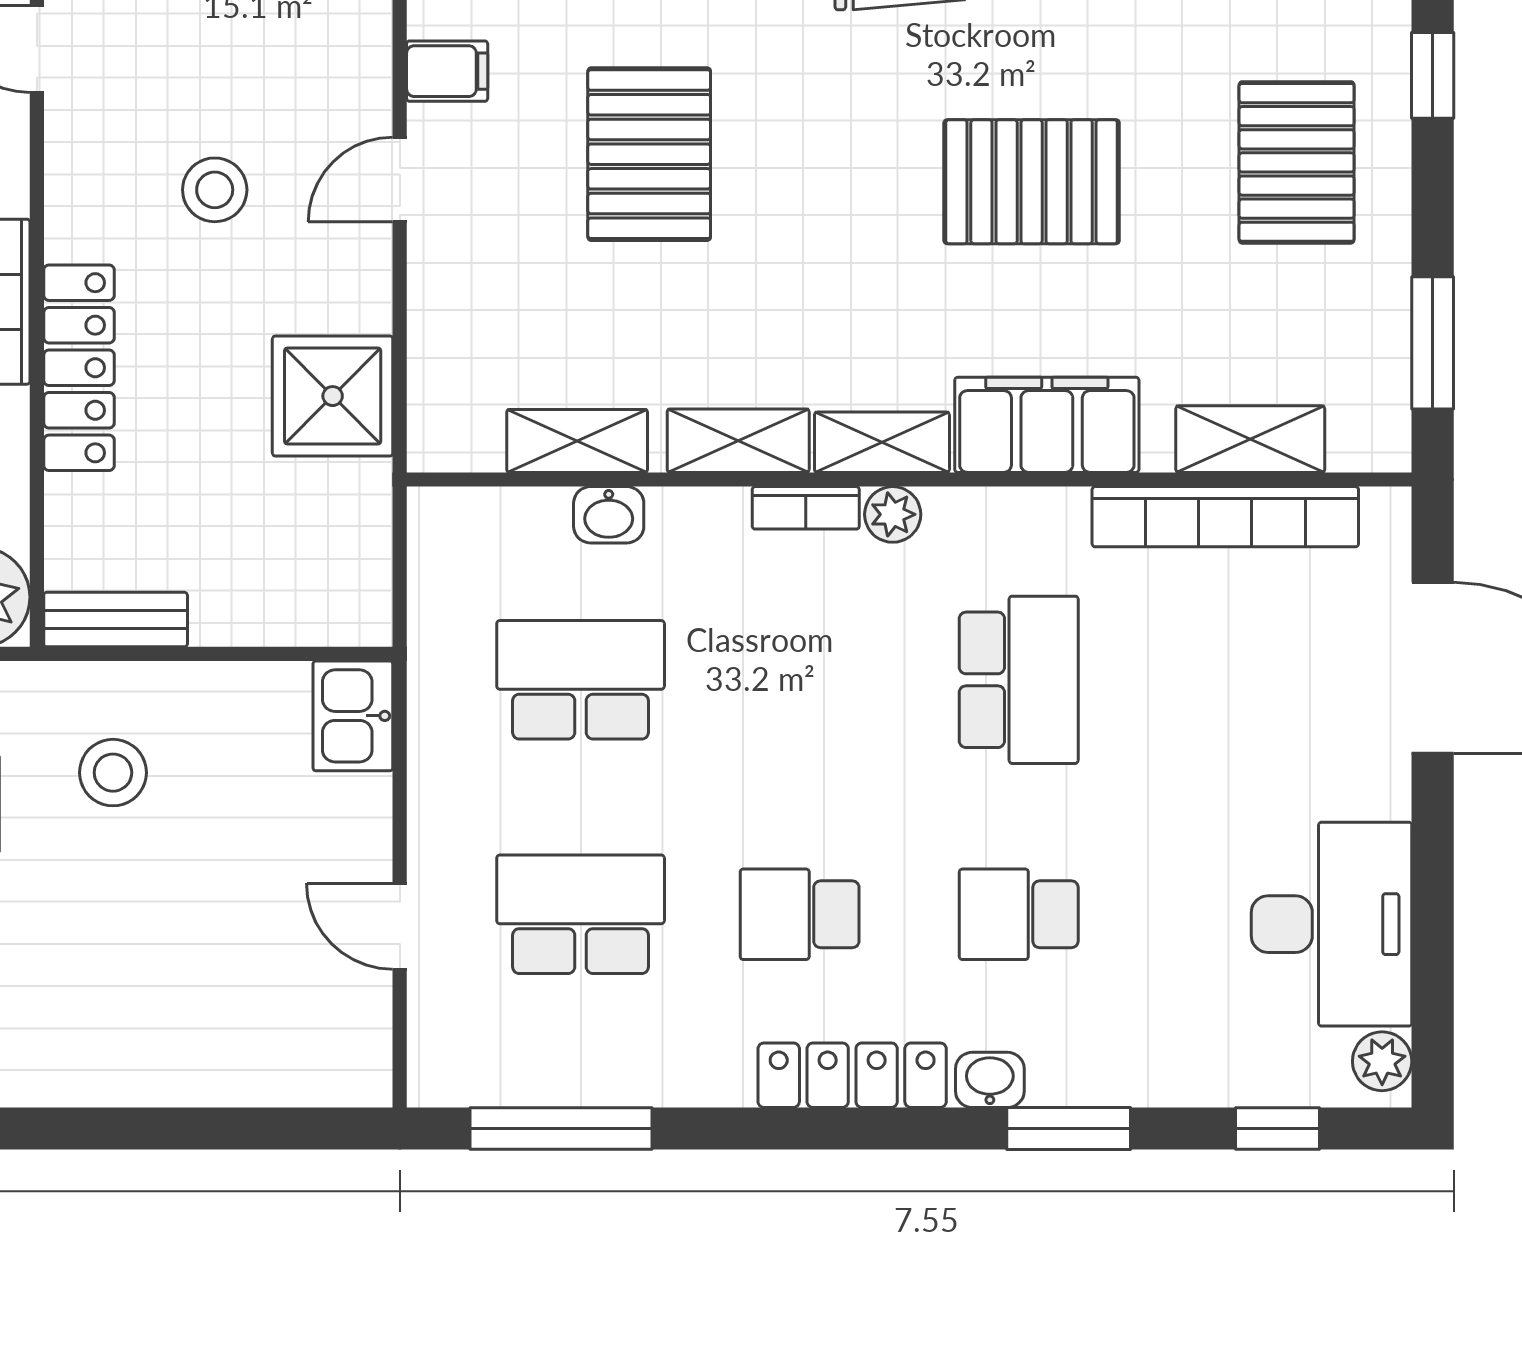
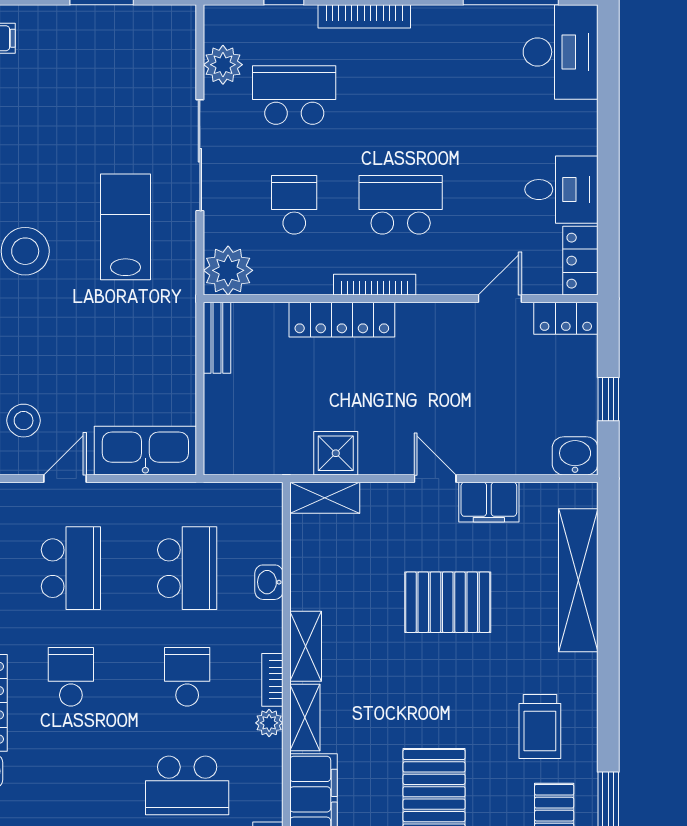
filing cabinet: (447, 71) -> (489, 502), width x2.00
stool: (215, 190) -> (430, 387), removed
shower: (333, 396) -> (336, 453), width x0.73, depth x0.73
shelving: (577, 441) -> (325, 498), moved, turned 90
kitchen sink: (353, 716) -> (145, 451), width x1.88, depth x1.24
stool: (113, 773) -> (24, 421), moved
school desk: (1019, 914) -> (187, 677), moved

